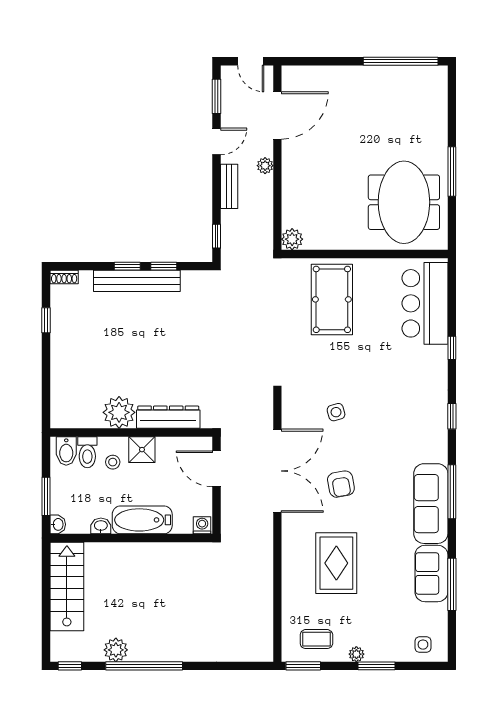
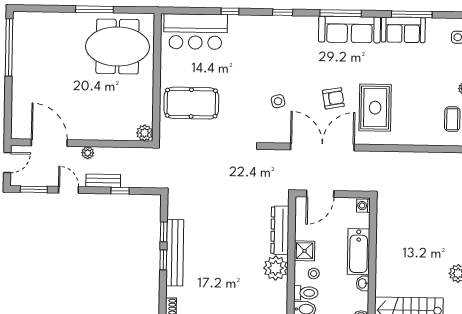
window: (216, 236) -> (120, 191), moved
rug: (336, 563) -> (375, 108), moved, turned 90

